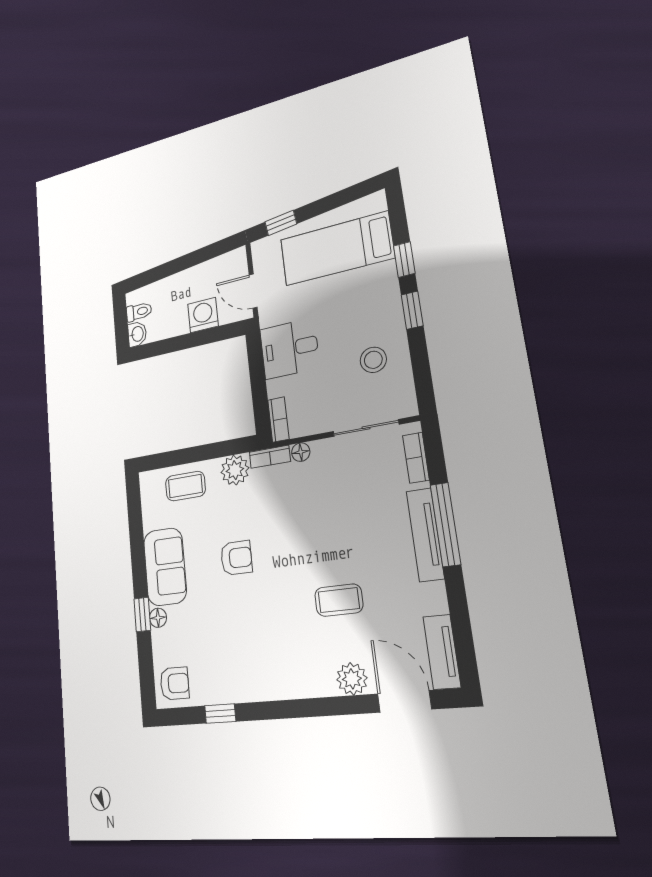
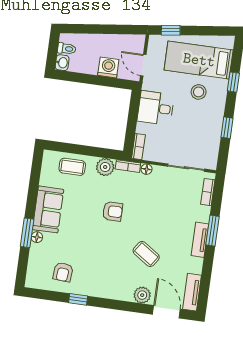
window: (412, 310) -> (227, 128), moved
stool: (373, 360) -> (199, 92), moved
window: (445, 525) -> (213, 231), width x0.69
tv unit: (425, 535) -> (200, 240), width x0.71
armchair: (236, 558) -> (113, 211), moved
coffee table: (339, 600) -> (146, 254), turned 34
window: (142, 614) -> (27, 233), width x1.50
armchair: (175, 683) -> (63, 272), moved, turned 94
window: (220, 714) -> (78, 299), moved

